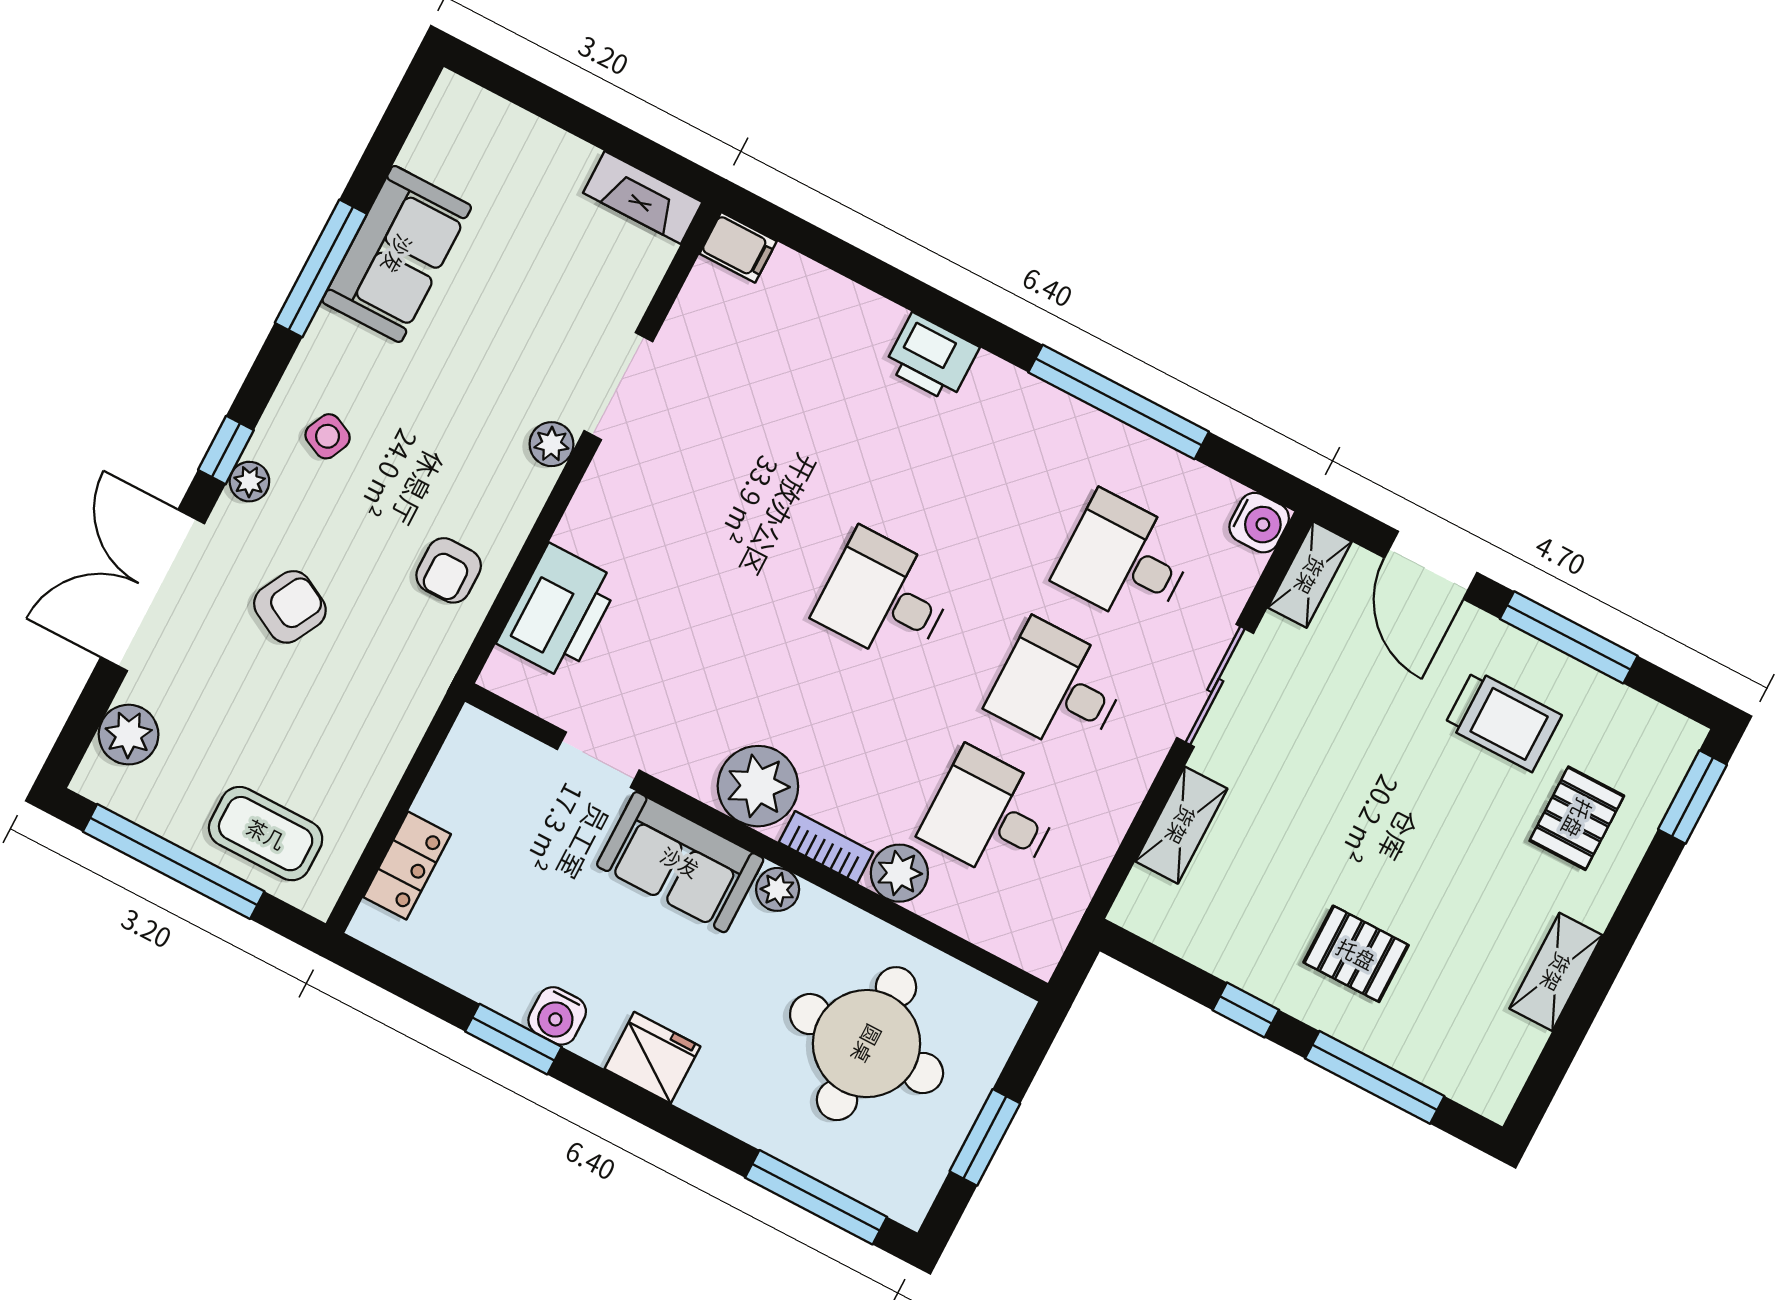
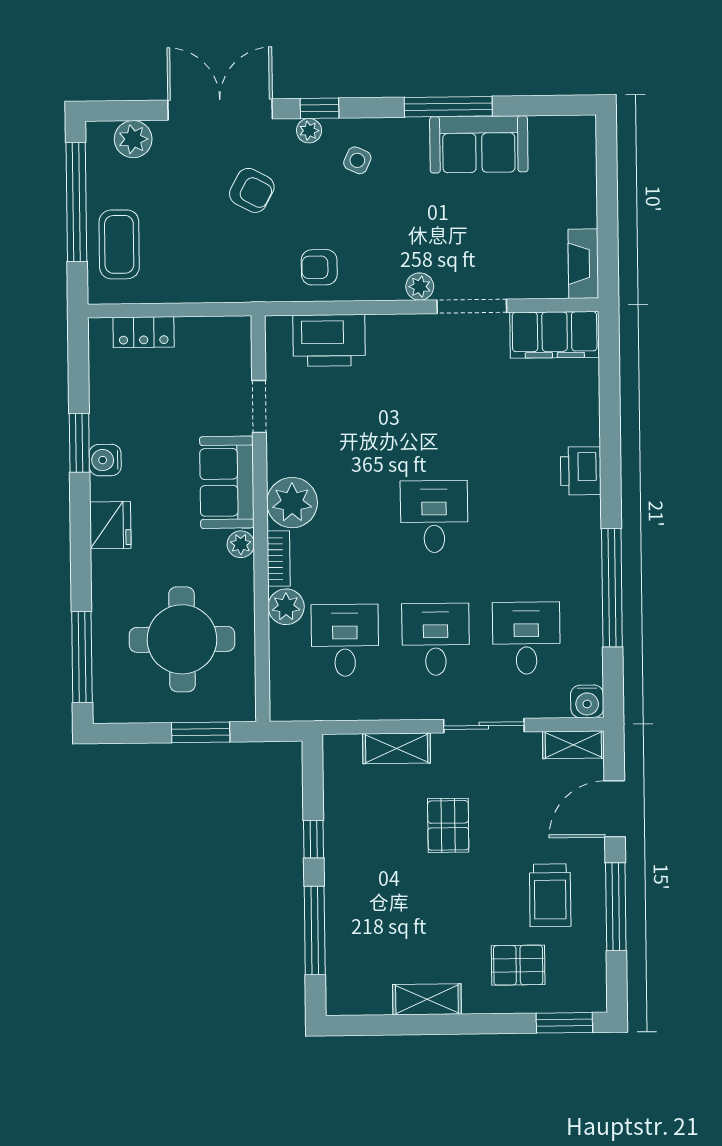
filing cabinet: (738, 247) -> (555, 335), width x3.00, depth x1.17
pallet: (1356, 954) -> (448, 825), moved
window: (985, 1137) -> (201, 732), moved

